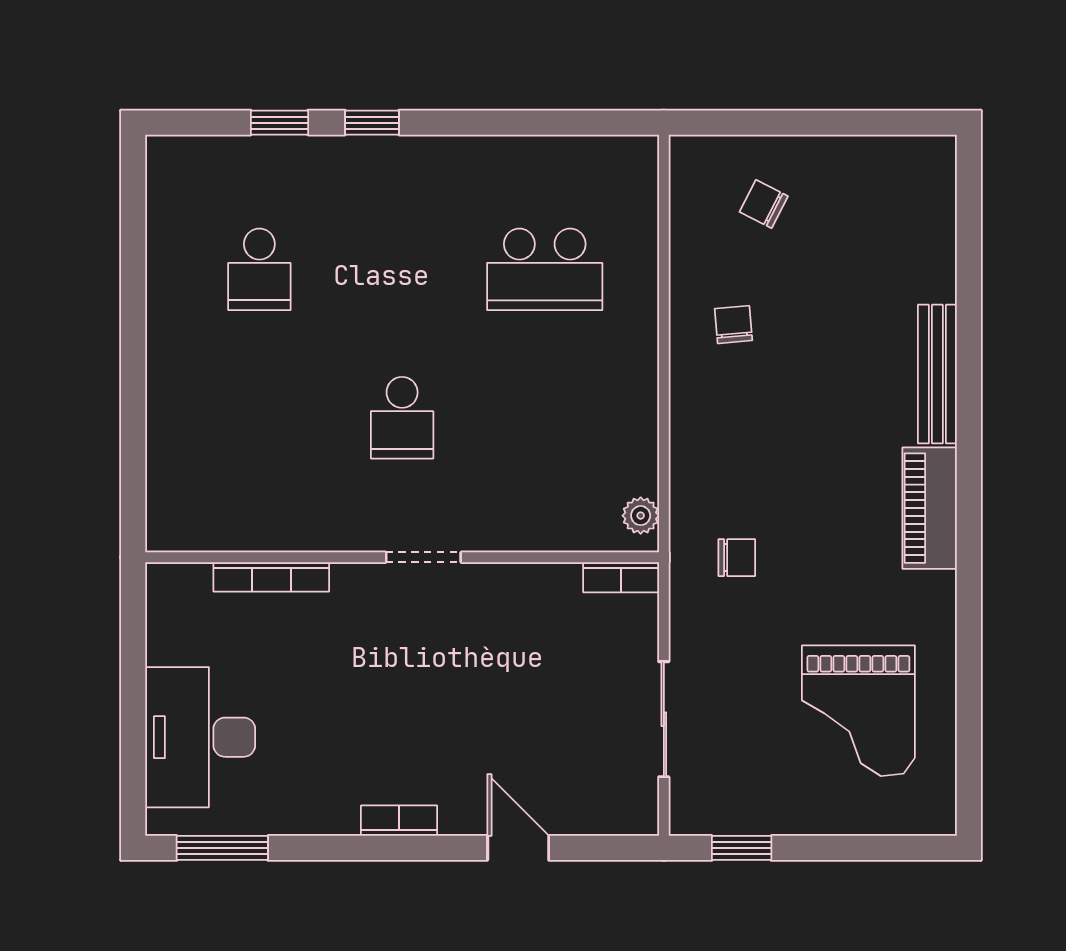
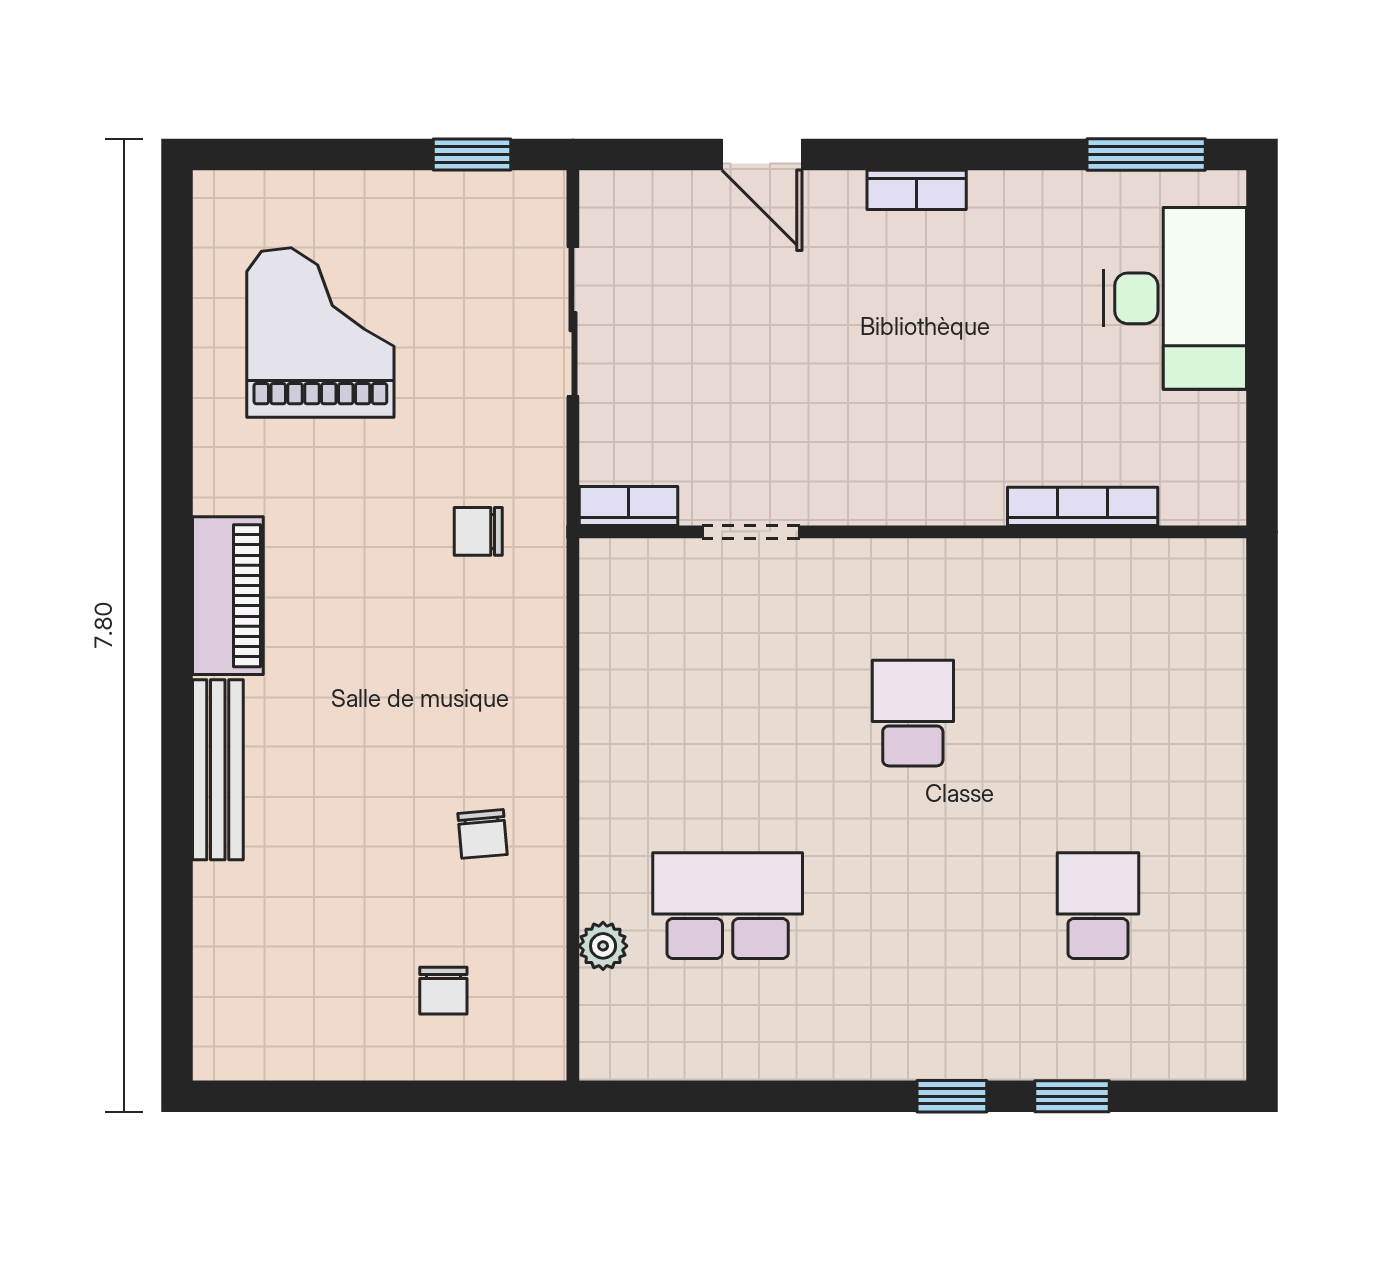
chair: (764, 204) -> (443, 991), turned 63
plant: (641, 516) -> (603, 946), moved
doorway: (423, 557) -> (751, 532), moved

